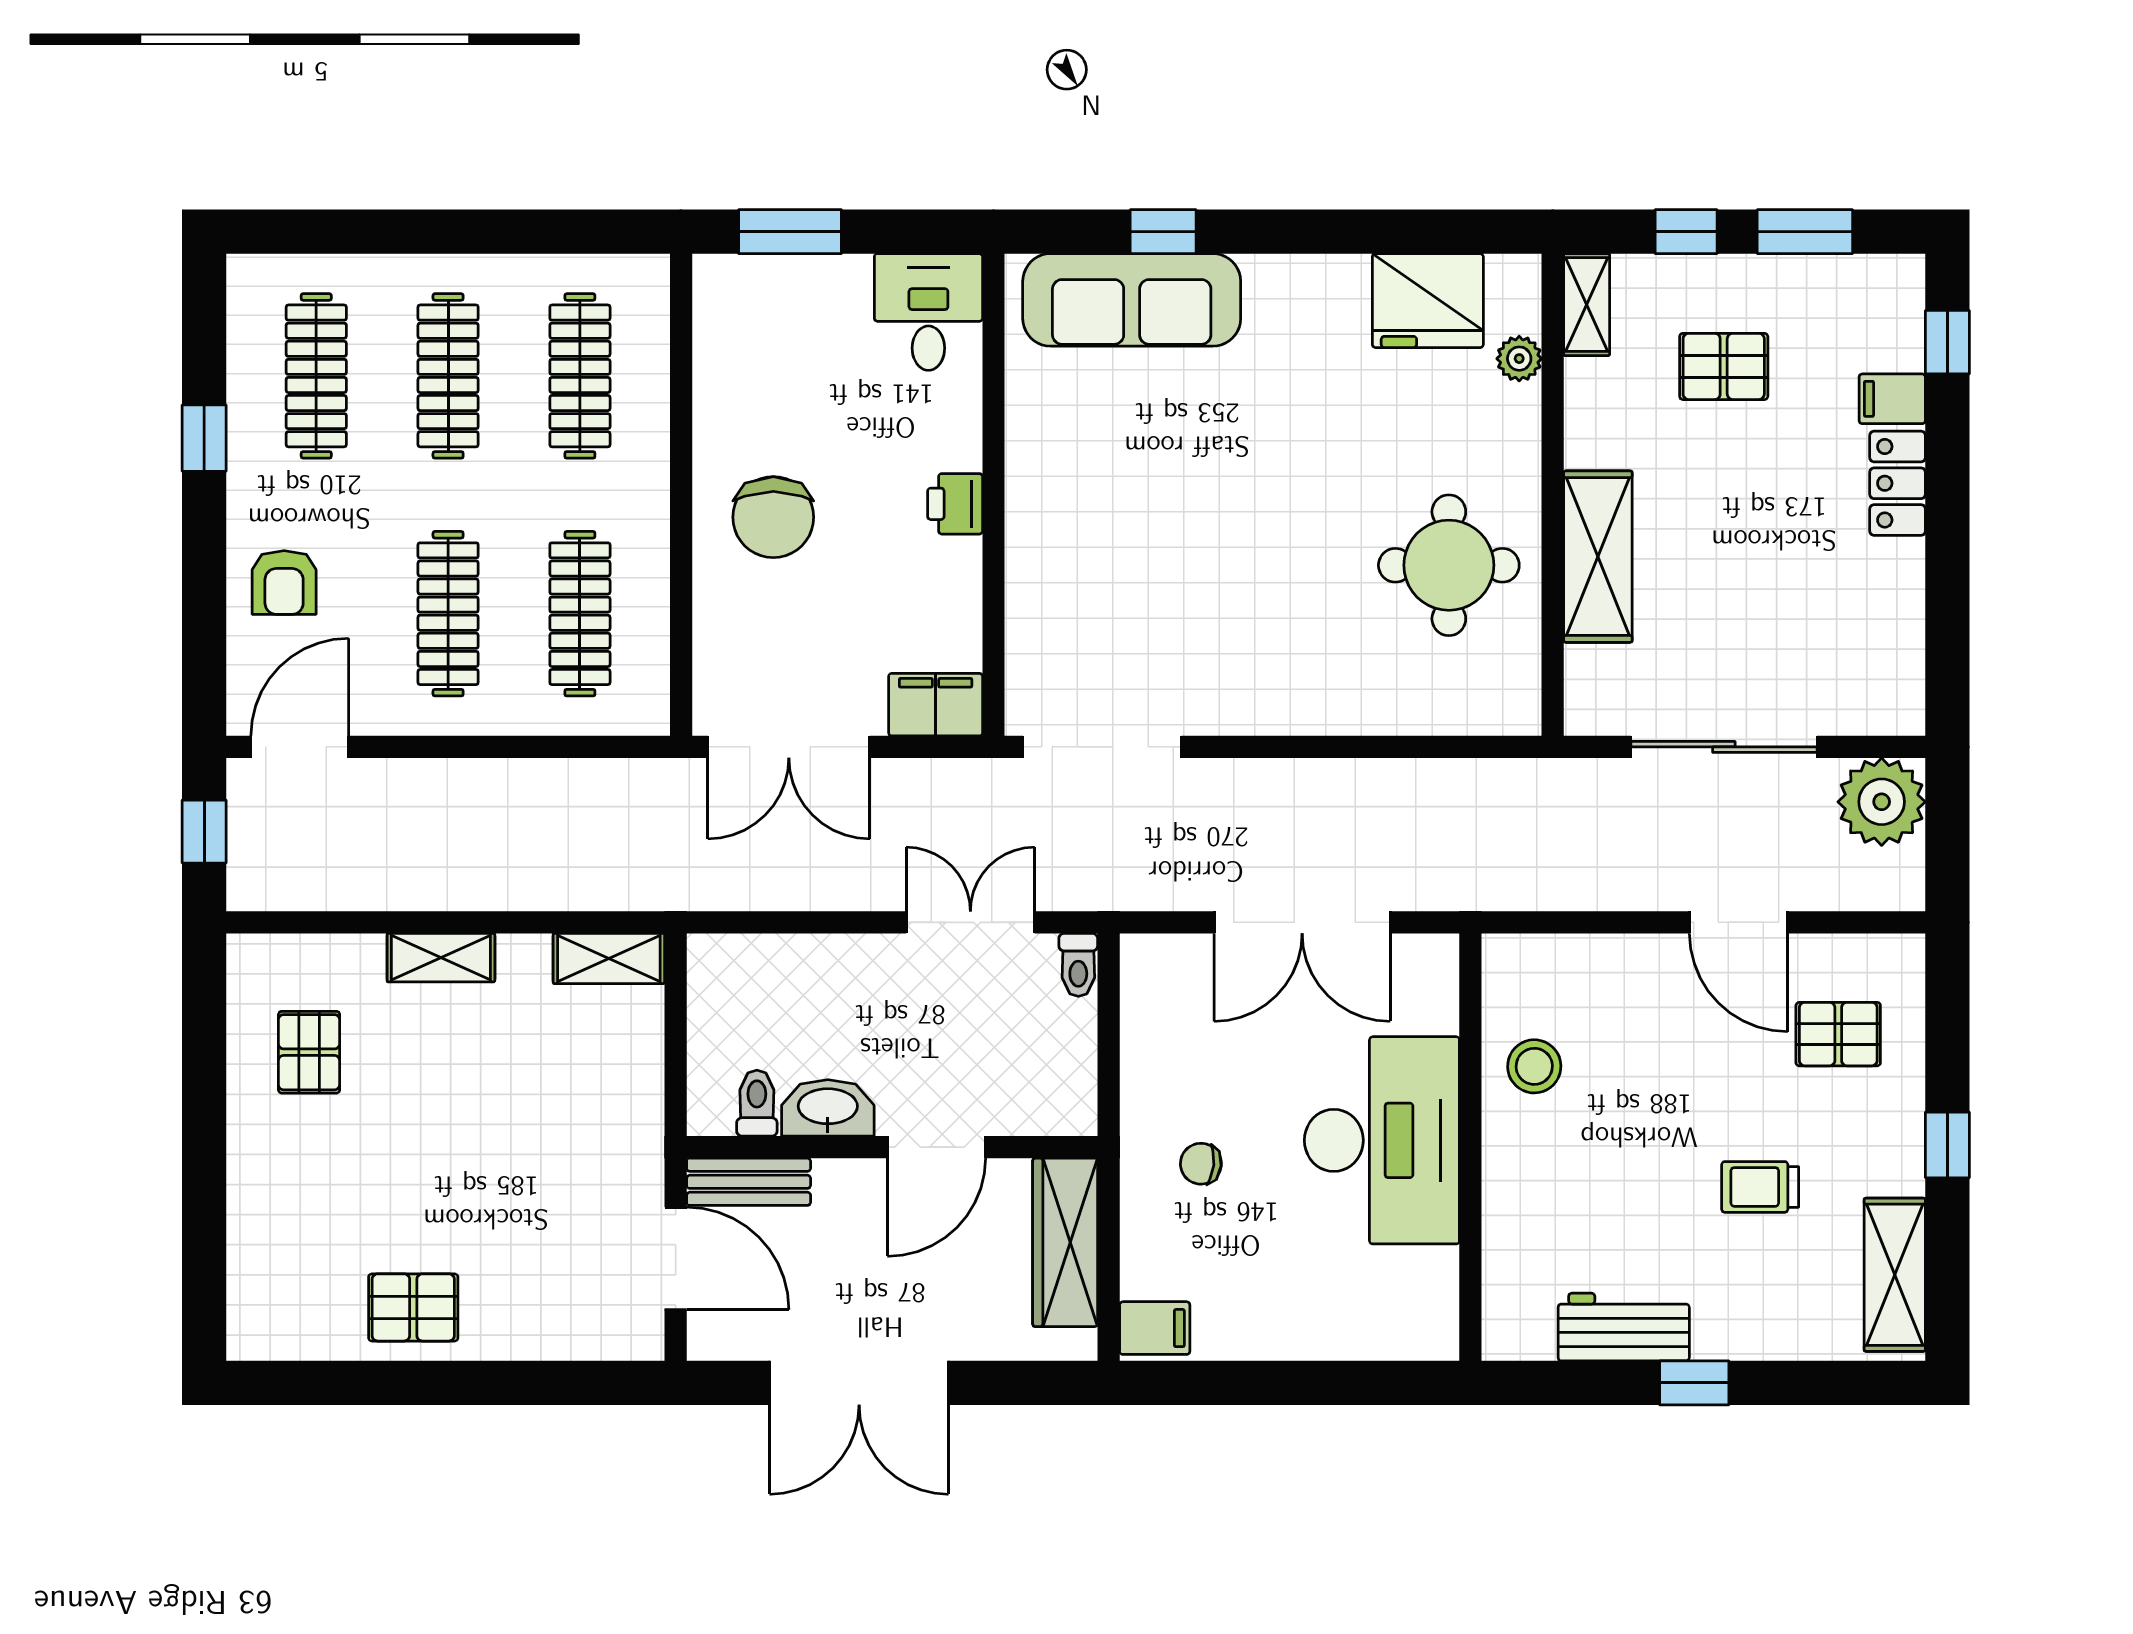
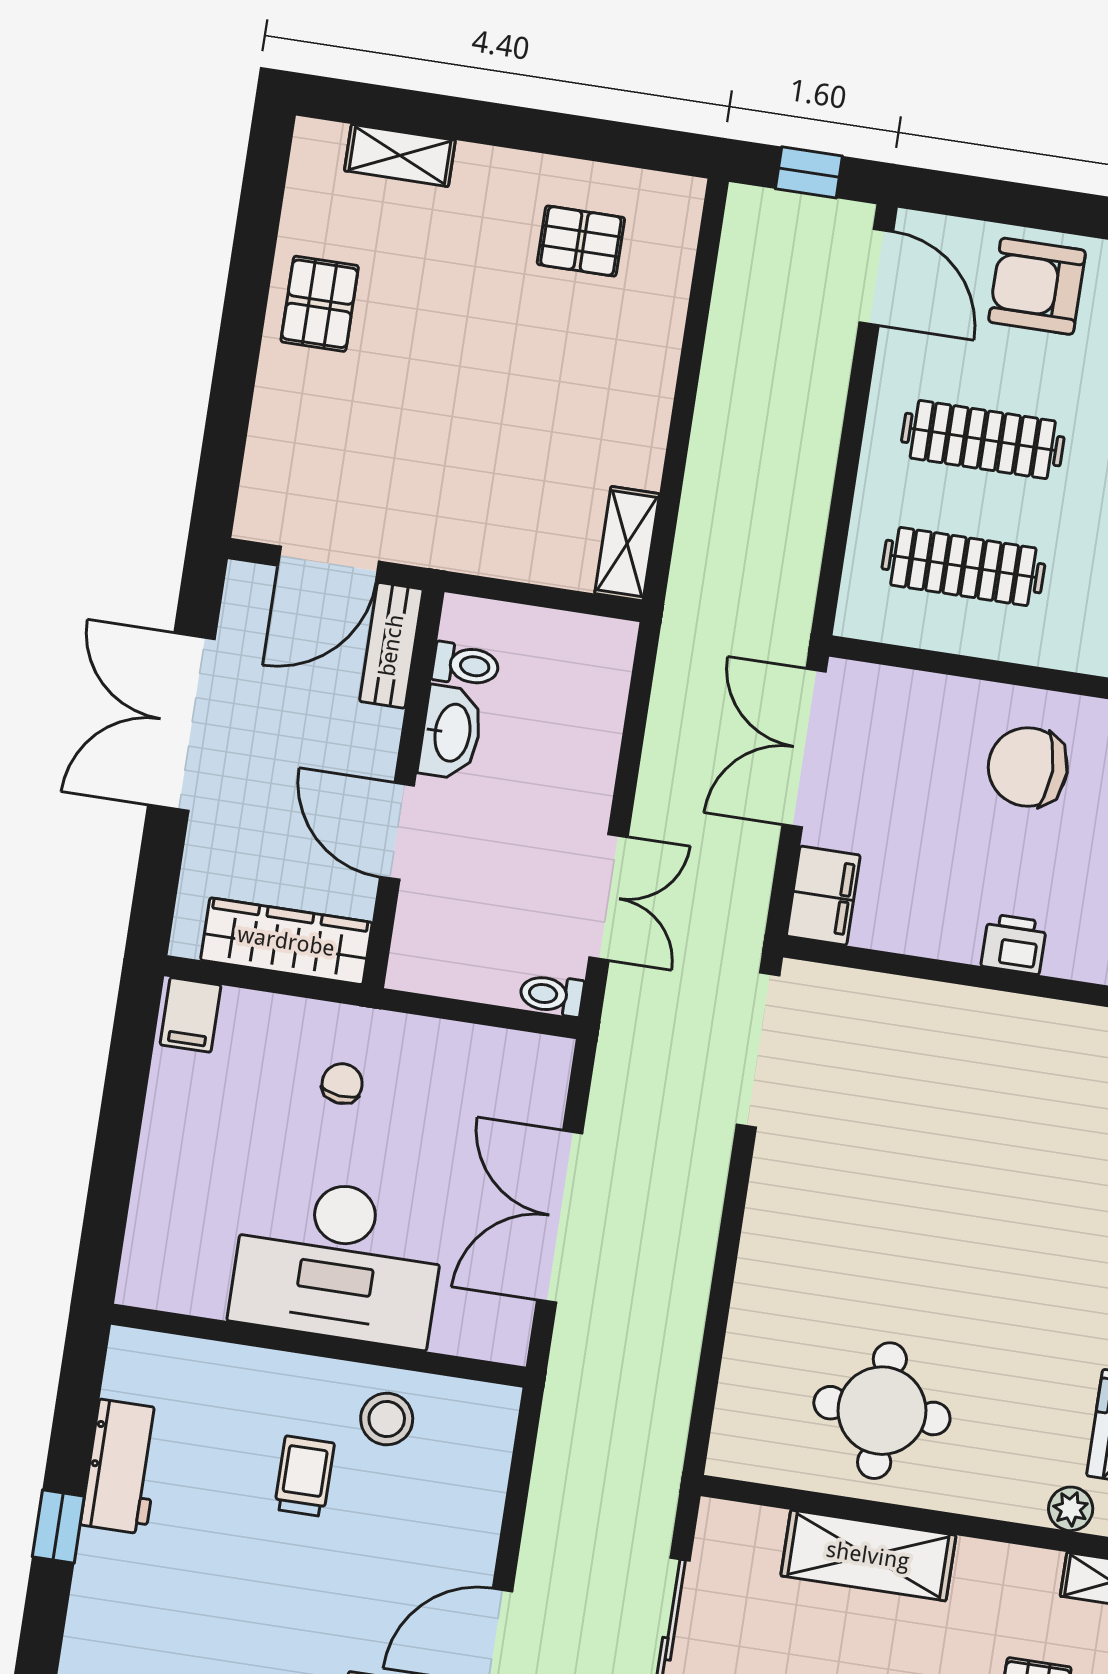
armchair: (284, 582) -> (1037, 286), width x1.38, depth x1.38
shelving: (441, 958) -> (400, 155), moved, turned 90
trolley: (1760, 1187) -> (304, 1476), moved

